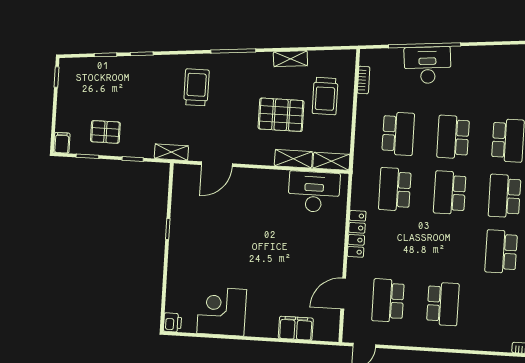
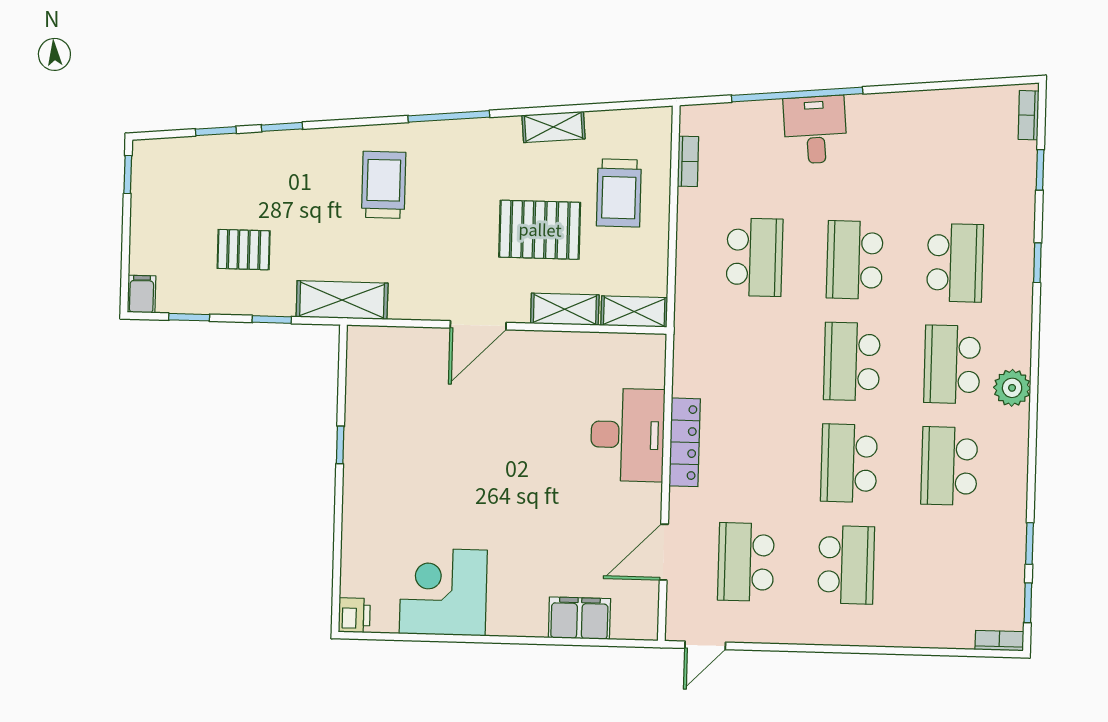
desk: (428, 65) -> (815, 130), width x0.73
pallet: (105, 132) -> (244, 250), moved
shelving: (171, 152) -> (342, 300), width x1.50, depth x1.33
door: (217, 164) -> (478, 325), moved
school desk: (395, 189) -> (849, 463), moved
desk: (314, 192) -> (628, 435), moved, turned 90

